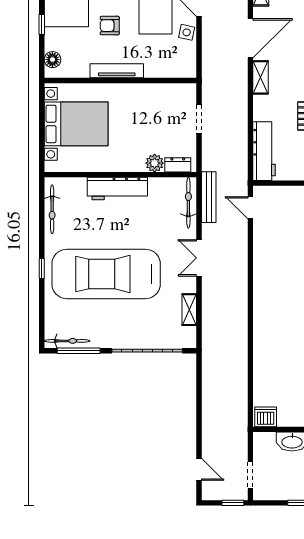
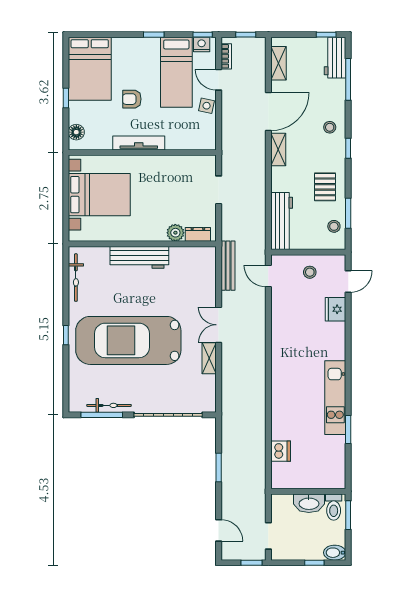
bicycle: (188, 203) -> (208, 271), removed
stool: (293, 204) -> (310, 272), added
shelving: (189, 310) -> (209, 358), moved
bicycle: (67, 341) -> (109, 405), moved
window: (199, 405) -> (219, 467), added
dishwasher: (266, 417) -> (281, 451), moved, turned 90

